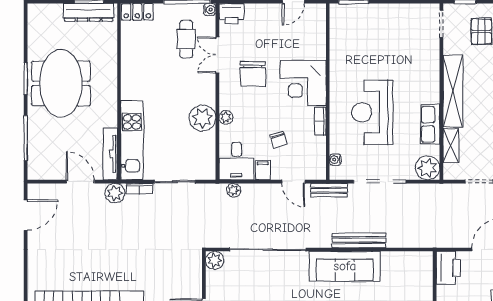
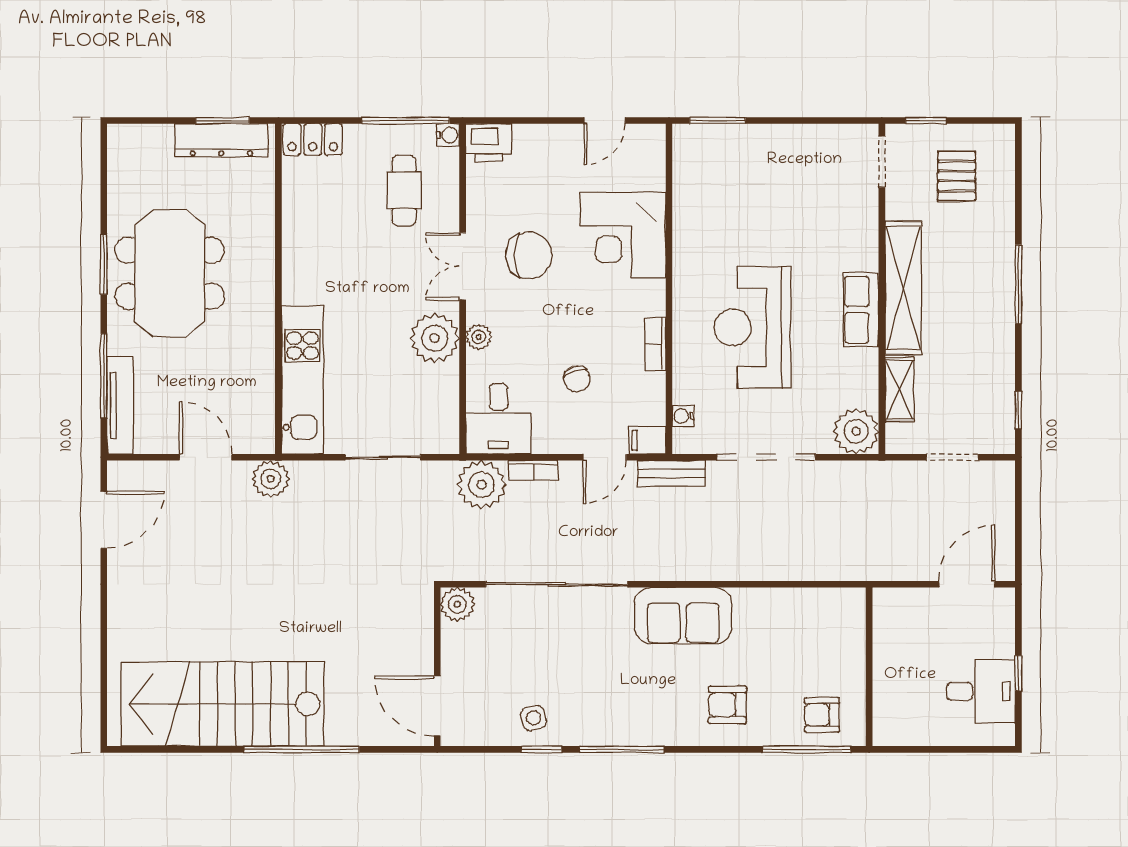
double door: (217, 55) -> (463, 266), moved
chair: (253, 74) -> (529, 255), turned -90
corner desk: (303, 83) -> (623, 235), moved
row of seats: (430, 124) -> (861, 310), moved
tv unit: (110, 154) -> (120, 405), moved, turned 180
filing cabinet: (263, 170) -> (647, 440), moved, turned -90
door: (293, 182) -> (605, 457), hinge flipped
bookcase: (139, 189) -> (533, 470), moved
plant: (234, 190) -> (481, 485), width x1.88, depth x1.88
bench: (359, 240) -> (727, 567), removed
sofa: (345, 266) -> (683, 616), width x0.73
printer: (448, 268) -> (895, 619), removed

